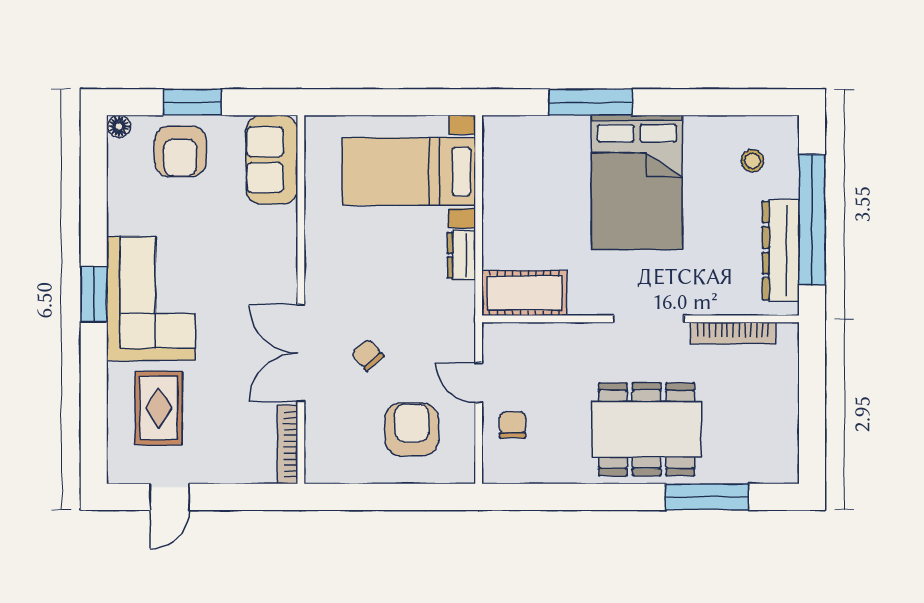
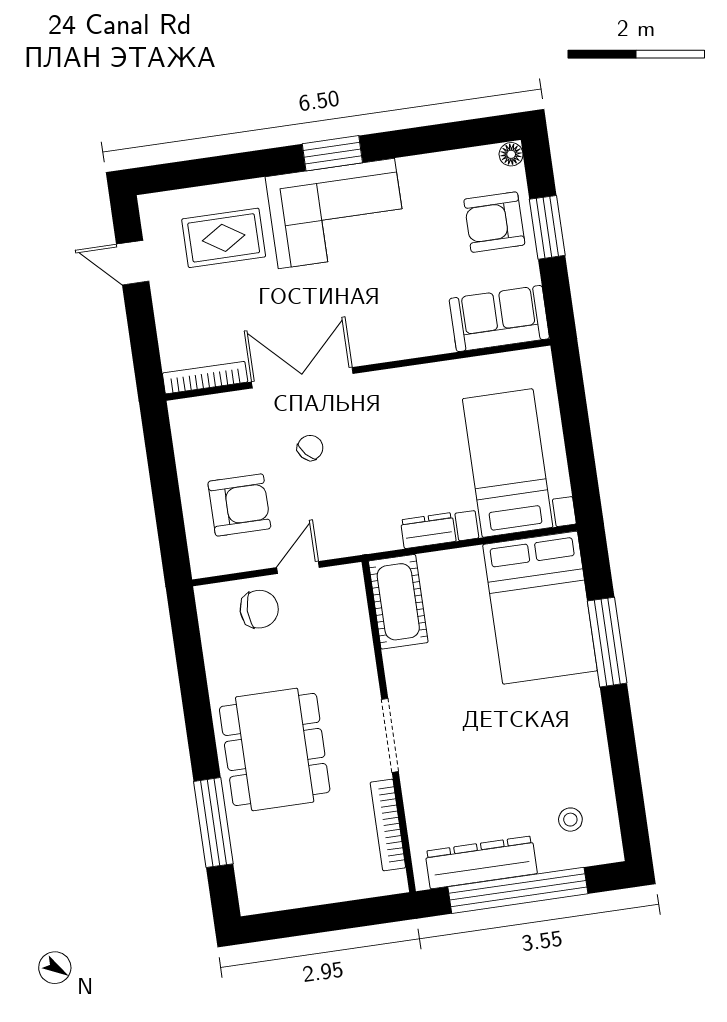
bed: (637, 182) -> (540, 608), moved, turned -90
chair: (513, 425) -> (259, 609), width x1.37, depth x1.37

